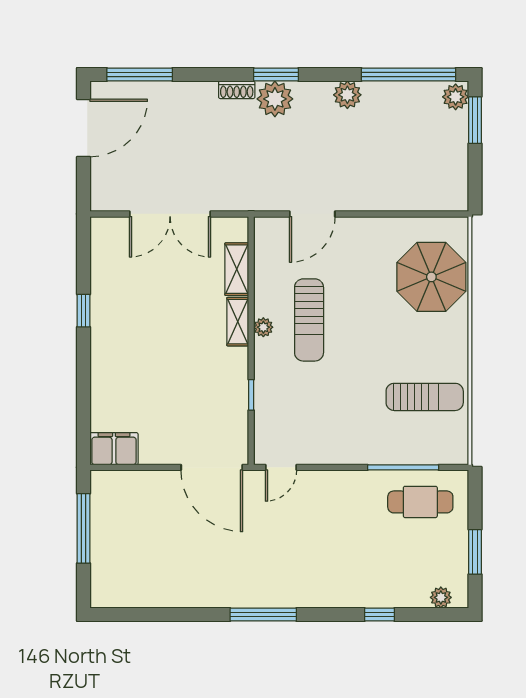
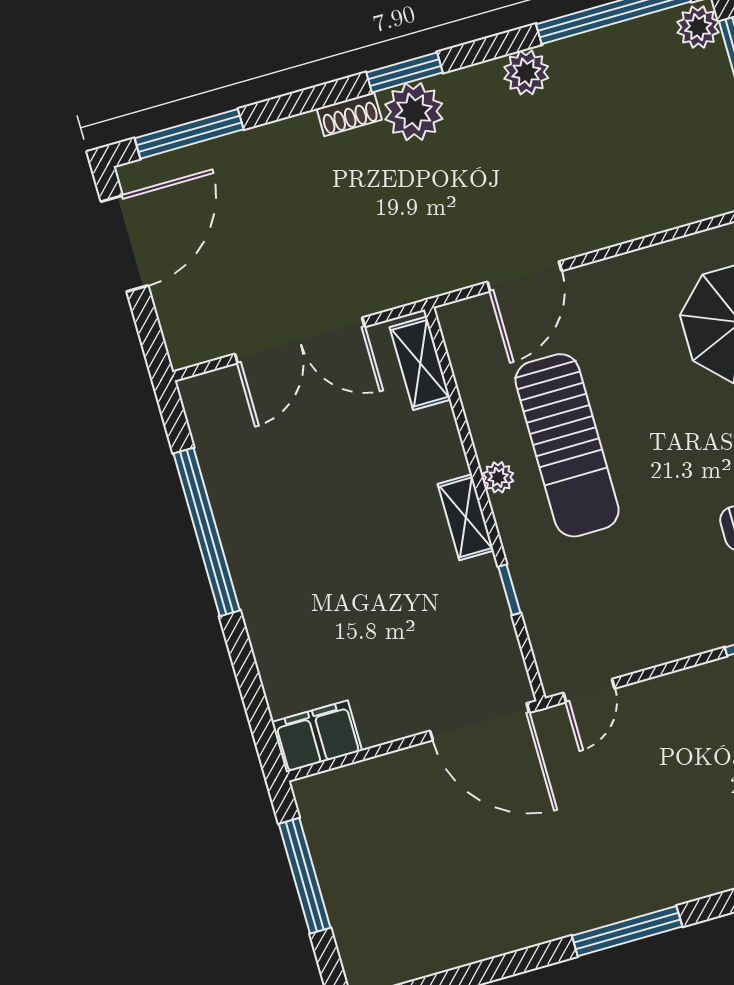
shelving: (237, 269) -> (420, 363), moved
window: (84, 311) -> (207, 532), width x3.17
sun lounger: (309, 320) -> (567, 445), width x1.36, depth x1.34
shelving: (238, 322) -> (466, 517), moved

